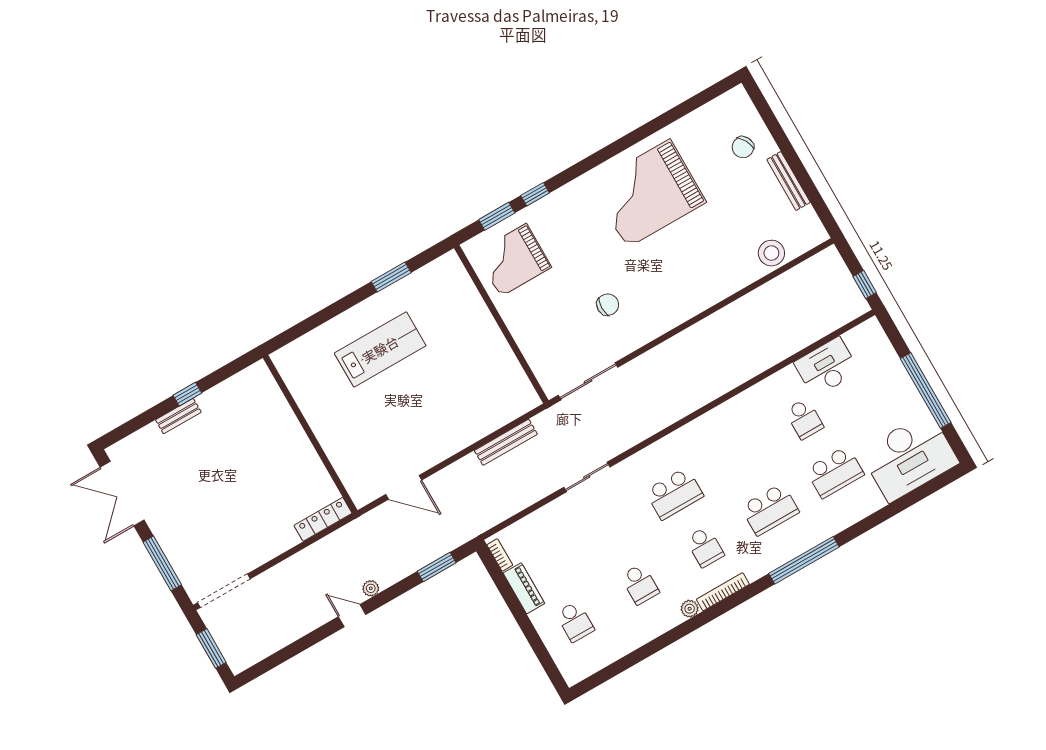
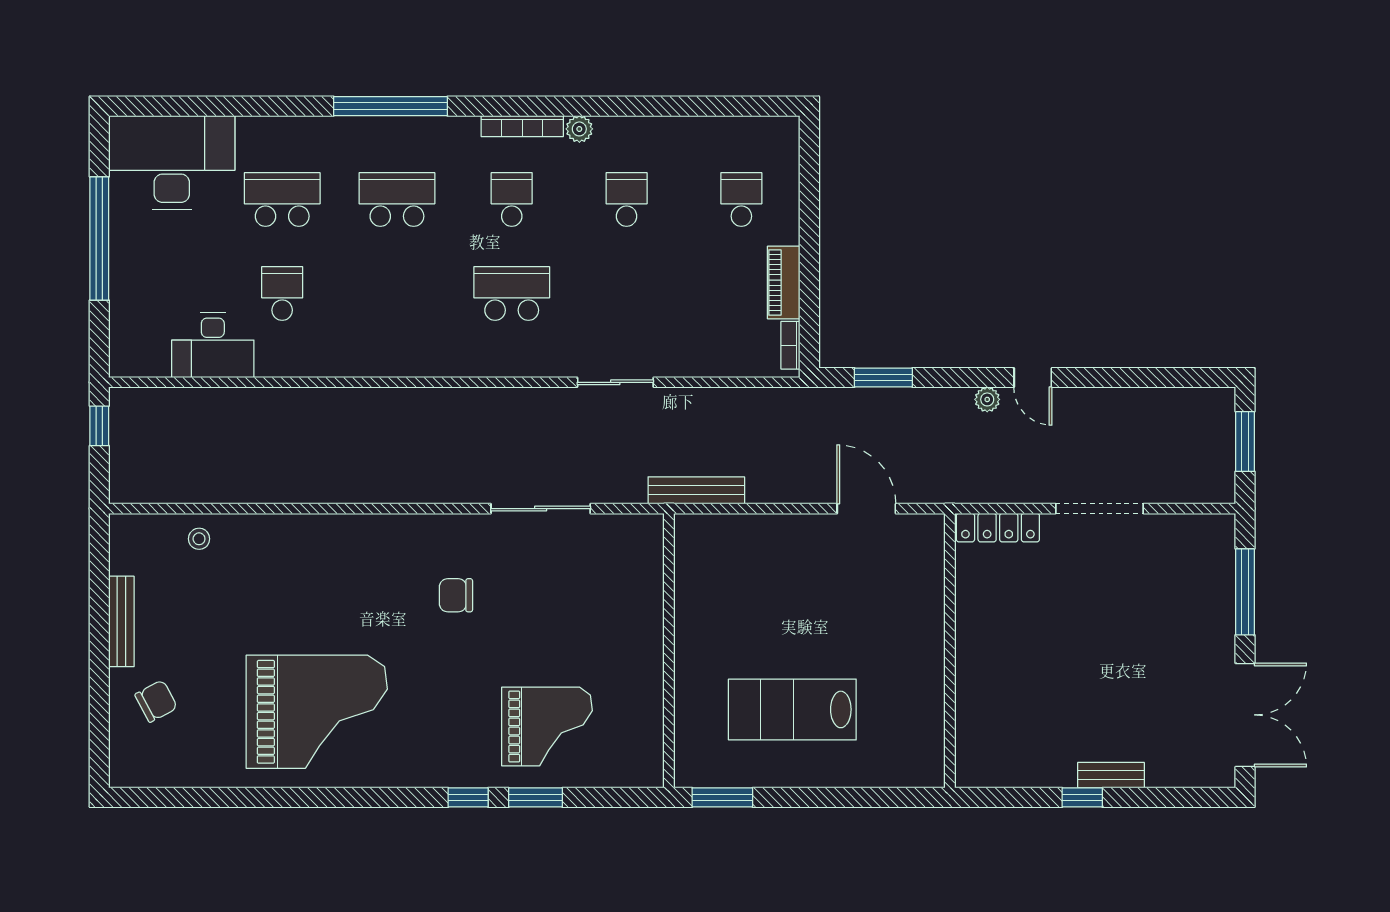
stool: (771, 253) -> (199, 539), width x0.53, depth x0.53
wall: (501, 324) -> (669, 651), moved
doorway: (224, 591) -> (1099, 509), moved

